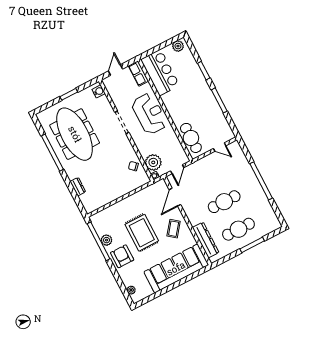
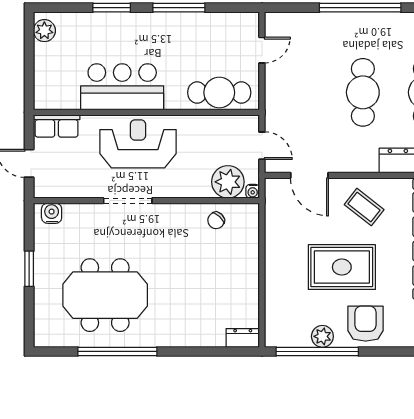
bar counter: (160, 73) -> (122, 87), moved
meeting table: (75, 134) -> (105, 295), width x0.73
dresser: (78, 187) -> (243, 338), moved
armchair: (122, 256) -> (366, 324), turned 90

